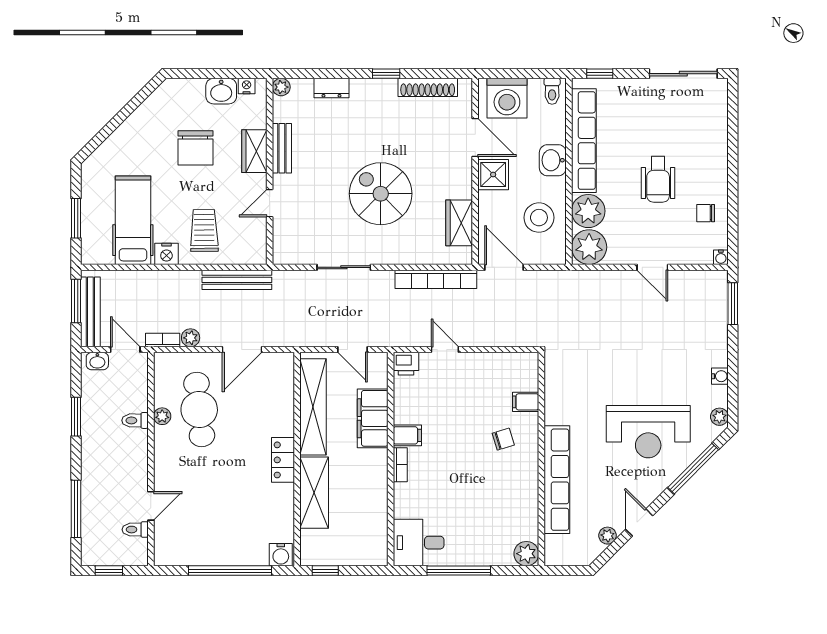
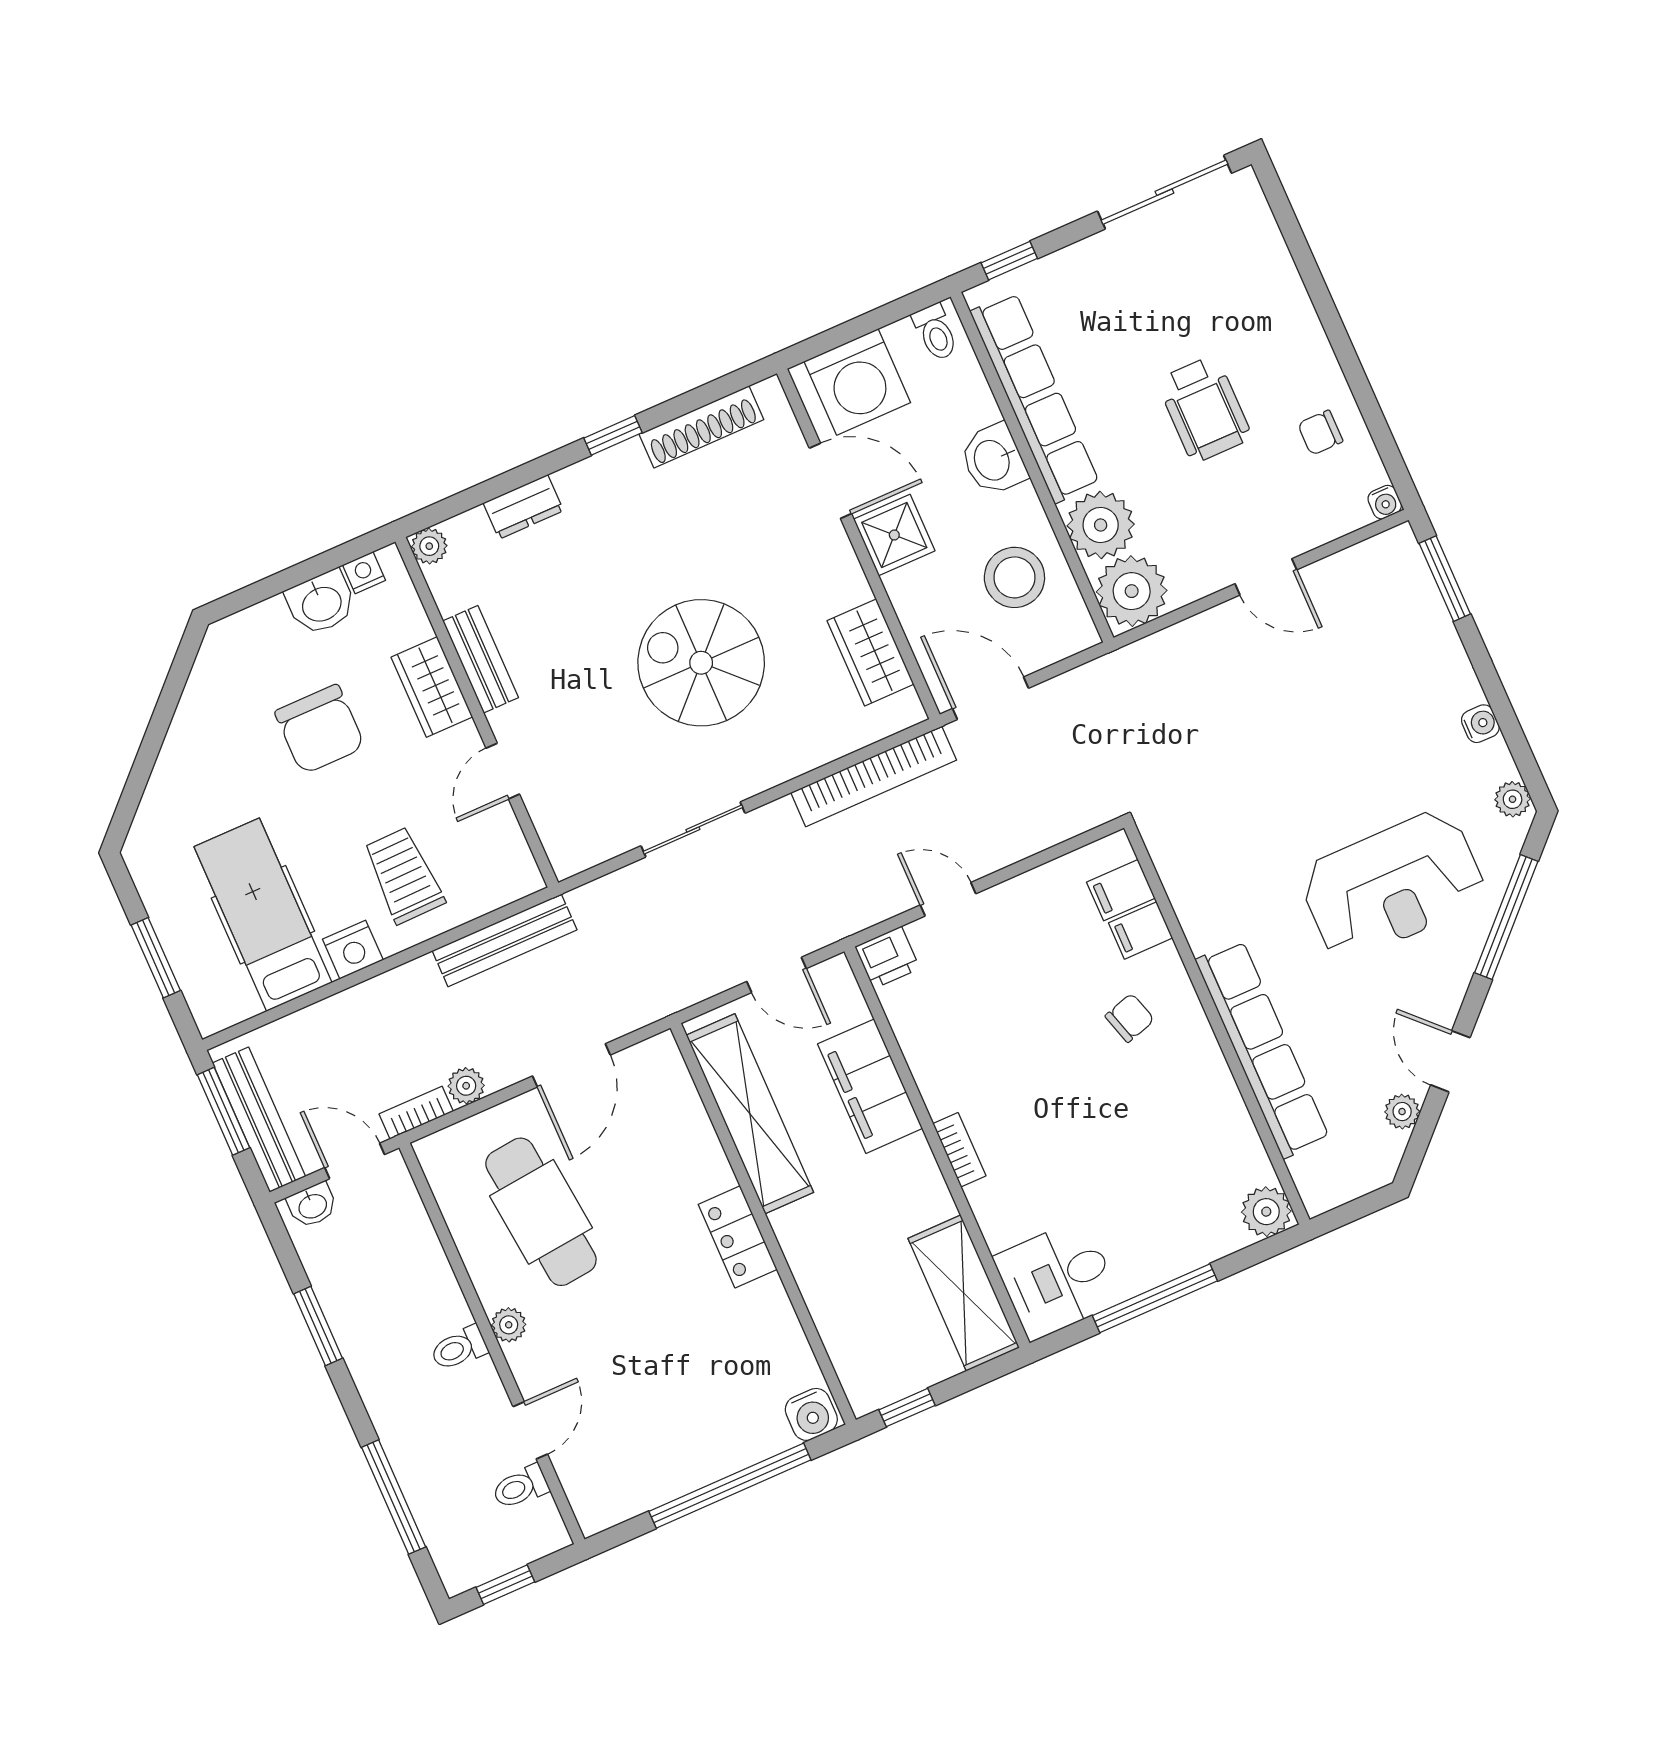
plant: (162, 416) -> (509, 1325), moved
toilet: (135, 420) -> (459, 1348), moved
filing cabinet: (407, 435) -> (1121, 890), moved, turned 180
shelving: (314, 493) -> (964, 1293), moved

